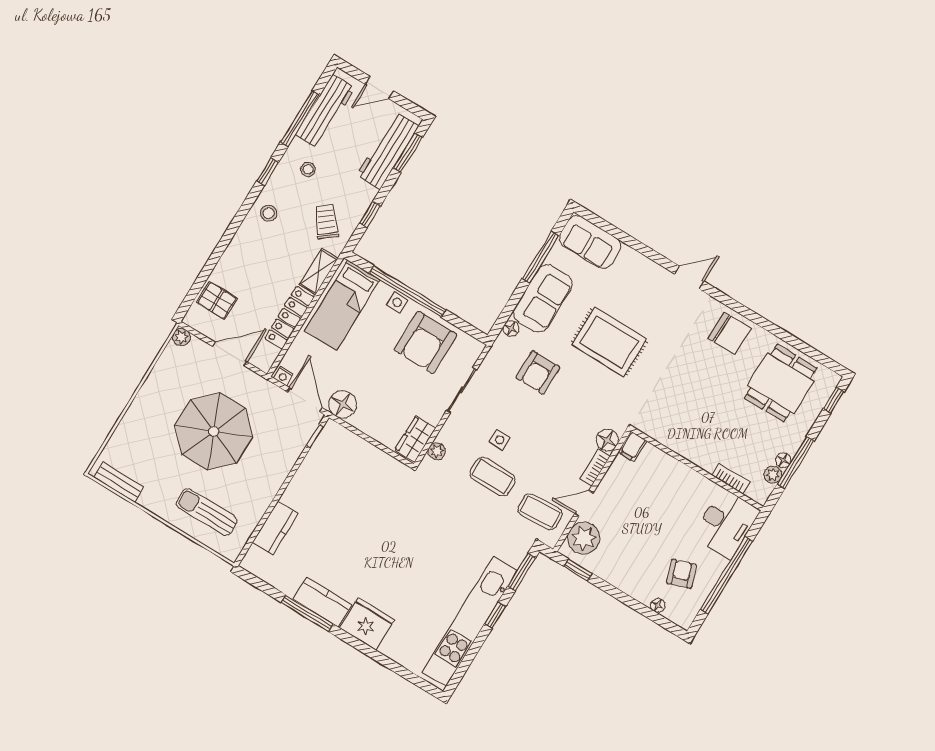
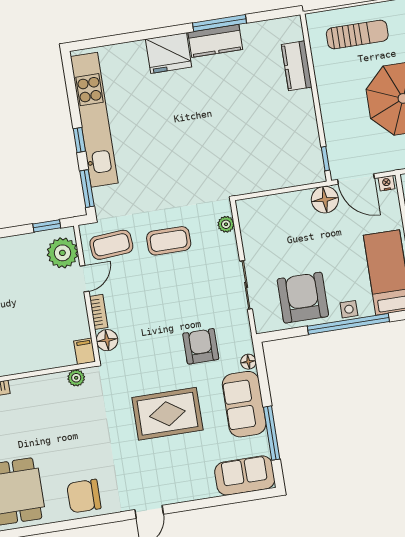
plant: (657, 431) -> (76, 378), added
wardrobe: (415, 439) -> (249, 220), removed
side table: (500, 440) -> (187, 272), removed

